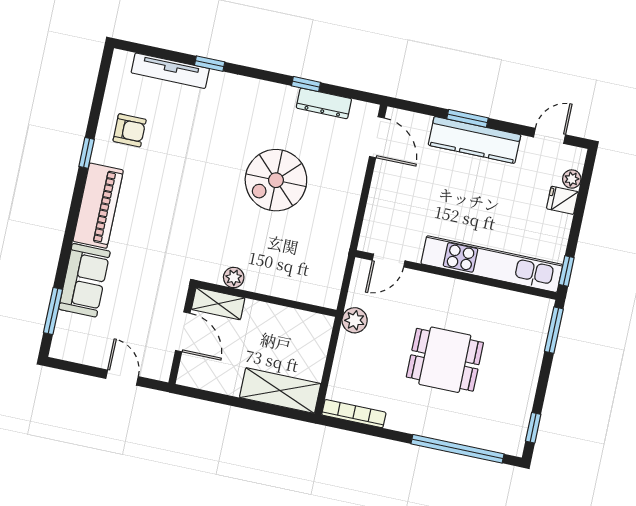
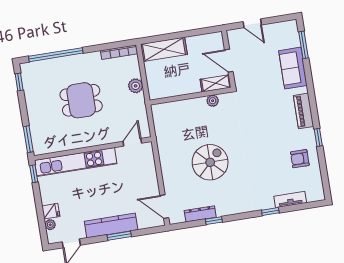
tv unit: (170, 71) -> (290, 199), width x0.71
piano: (98, 206) -> (304, 111), width x0.73, depth x0.75
plant: (355, 320) -> (136, 86), moved

